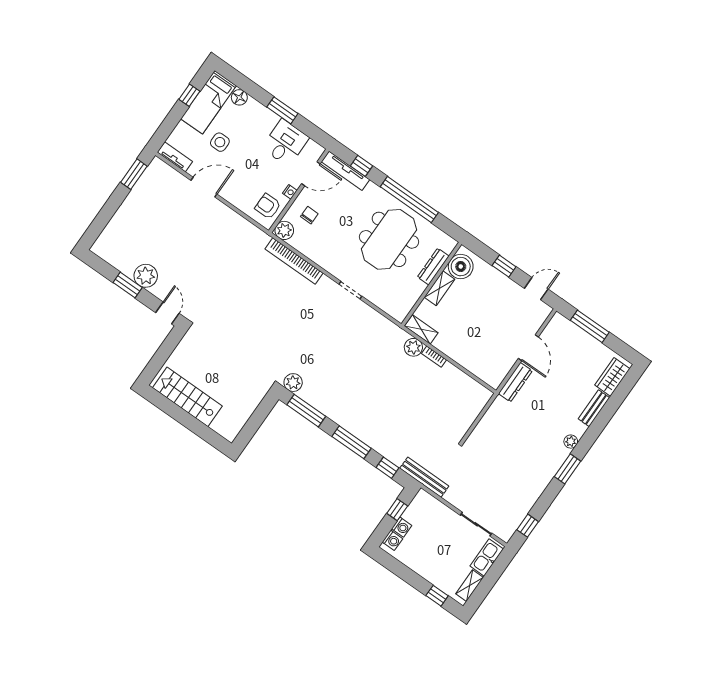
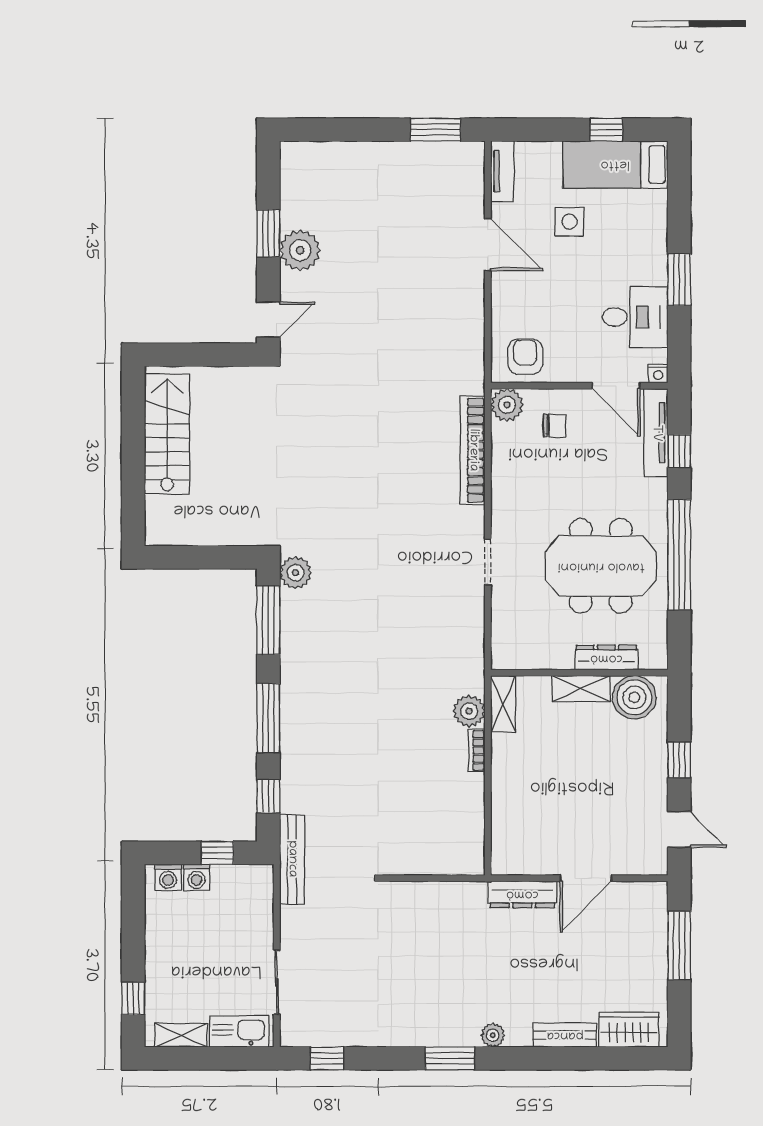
floor lamp: (239, 97) -> (654, 204), removed
nightstand: (290, 192) -> (658, 374), moved

